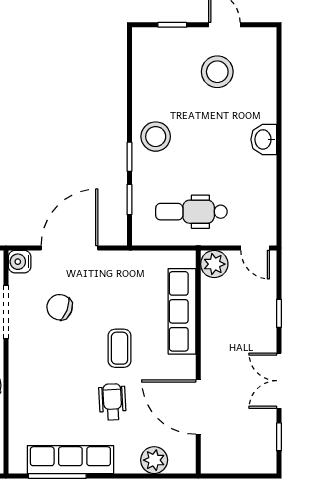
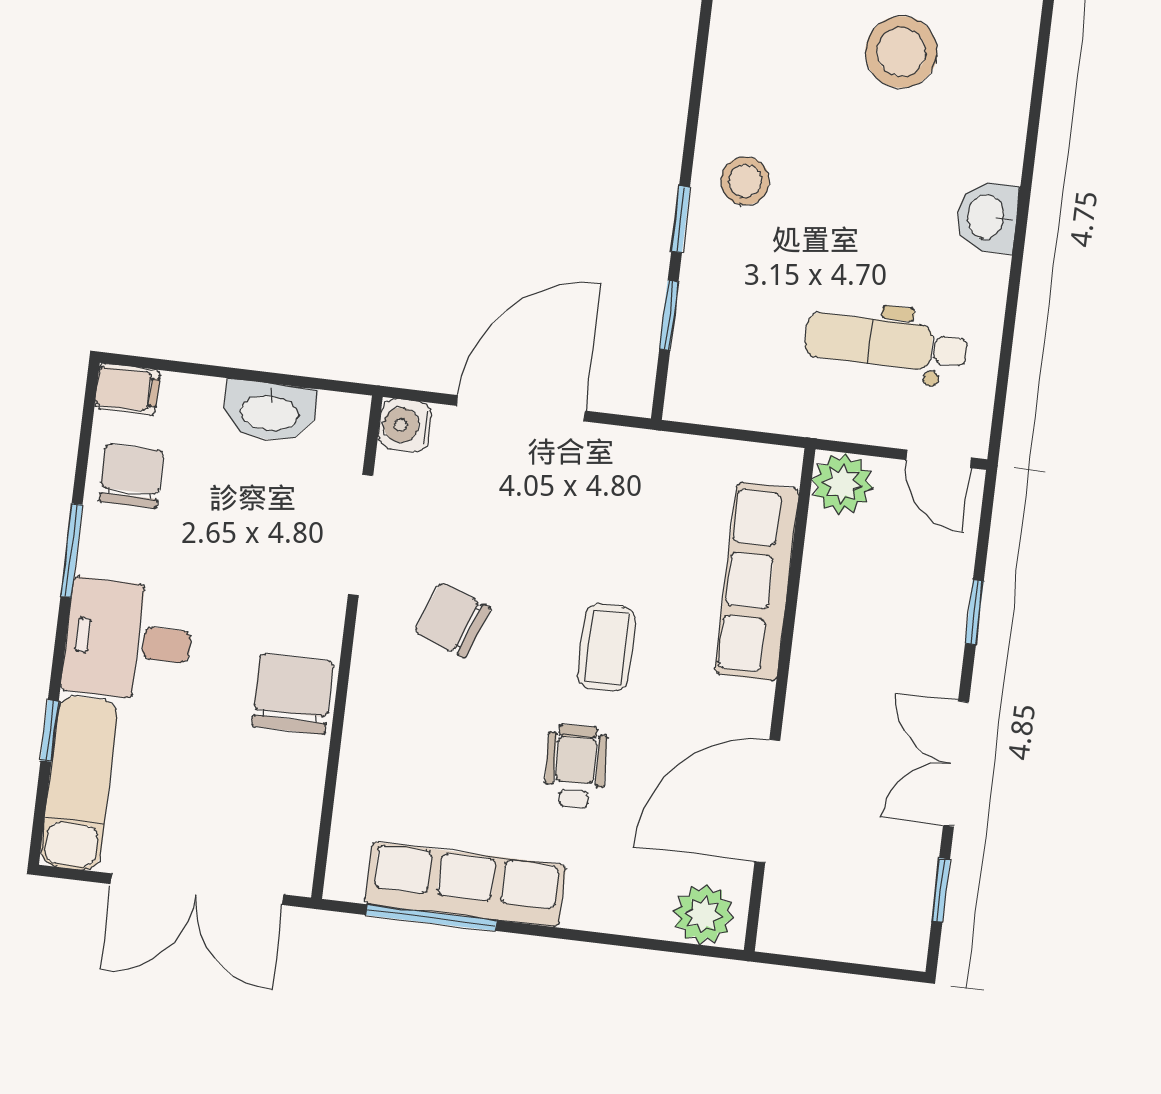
stool: (156, 137) -> (745, 181), width x0.73, depth x0.73
dental chair: (191, 212) -> (886, 343), moved
chair: (60, 307) -> (453, 620), moved
door: (198, 407) -> (767, 801), hinge flipped
plant: (154, 460) -> (703, 914), moved

